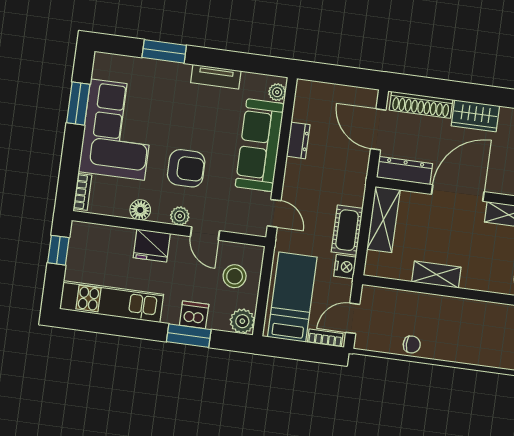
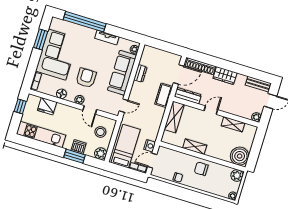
window: (164, 51) -> (85, 22), width x2.11
door: (378, 129) -> (179, 74), swing flipped
armchair: (186, 168) -> (86, 78), turned -90
door: (458, 193) -> (211, 110), width x0.53
door: (274, 213) -> (124, 106), hinge flipped
cot: (347, 230) -> (164, 95), moved
fridge: (152, 246) -> (47, 106), moved
nightstand: (345, 267) -> (150, 146), moved
chair: (458, 319) -> (201, 169), added

